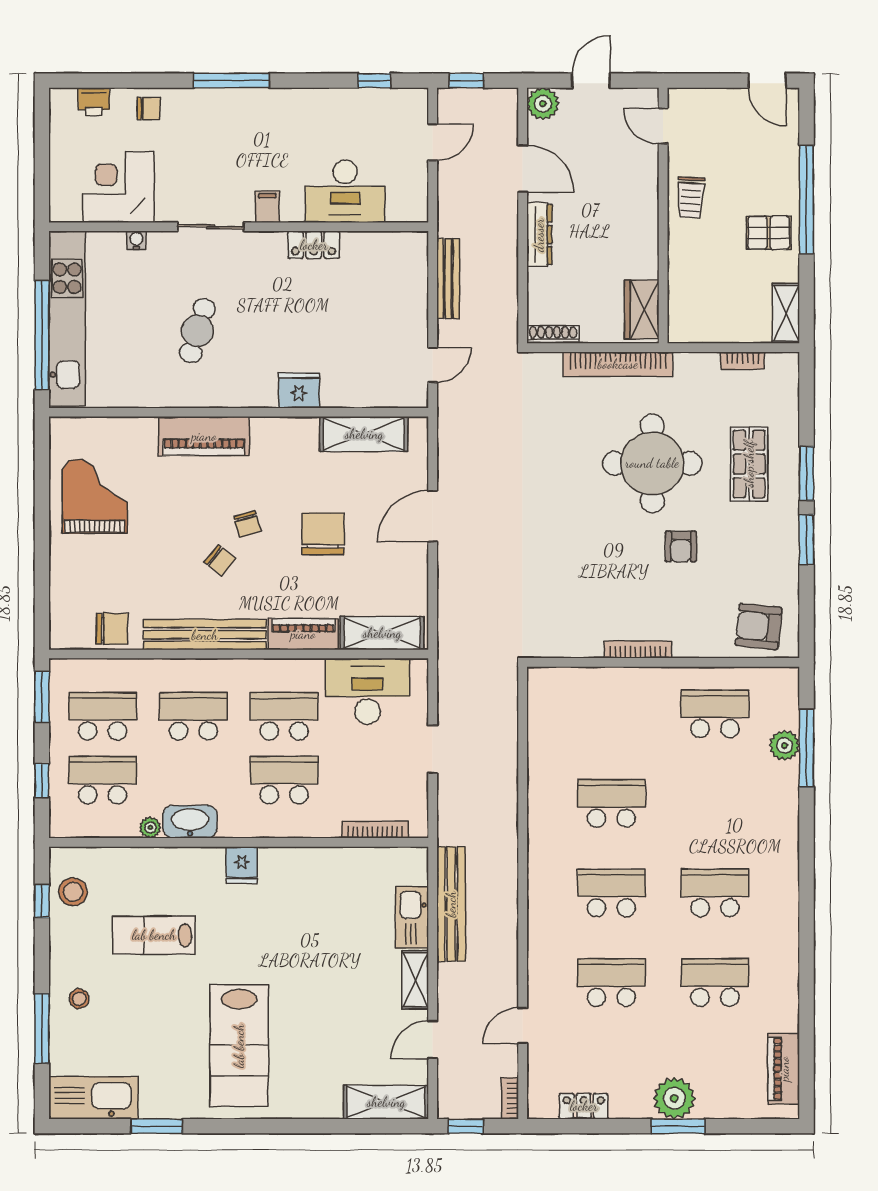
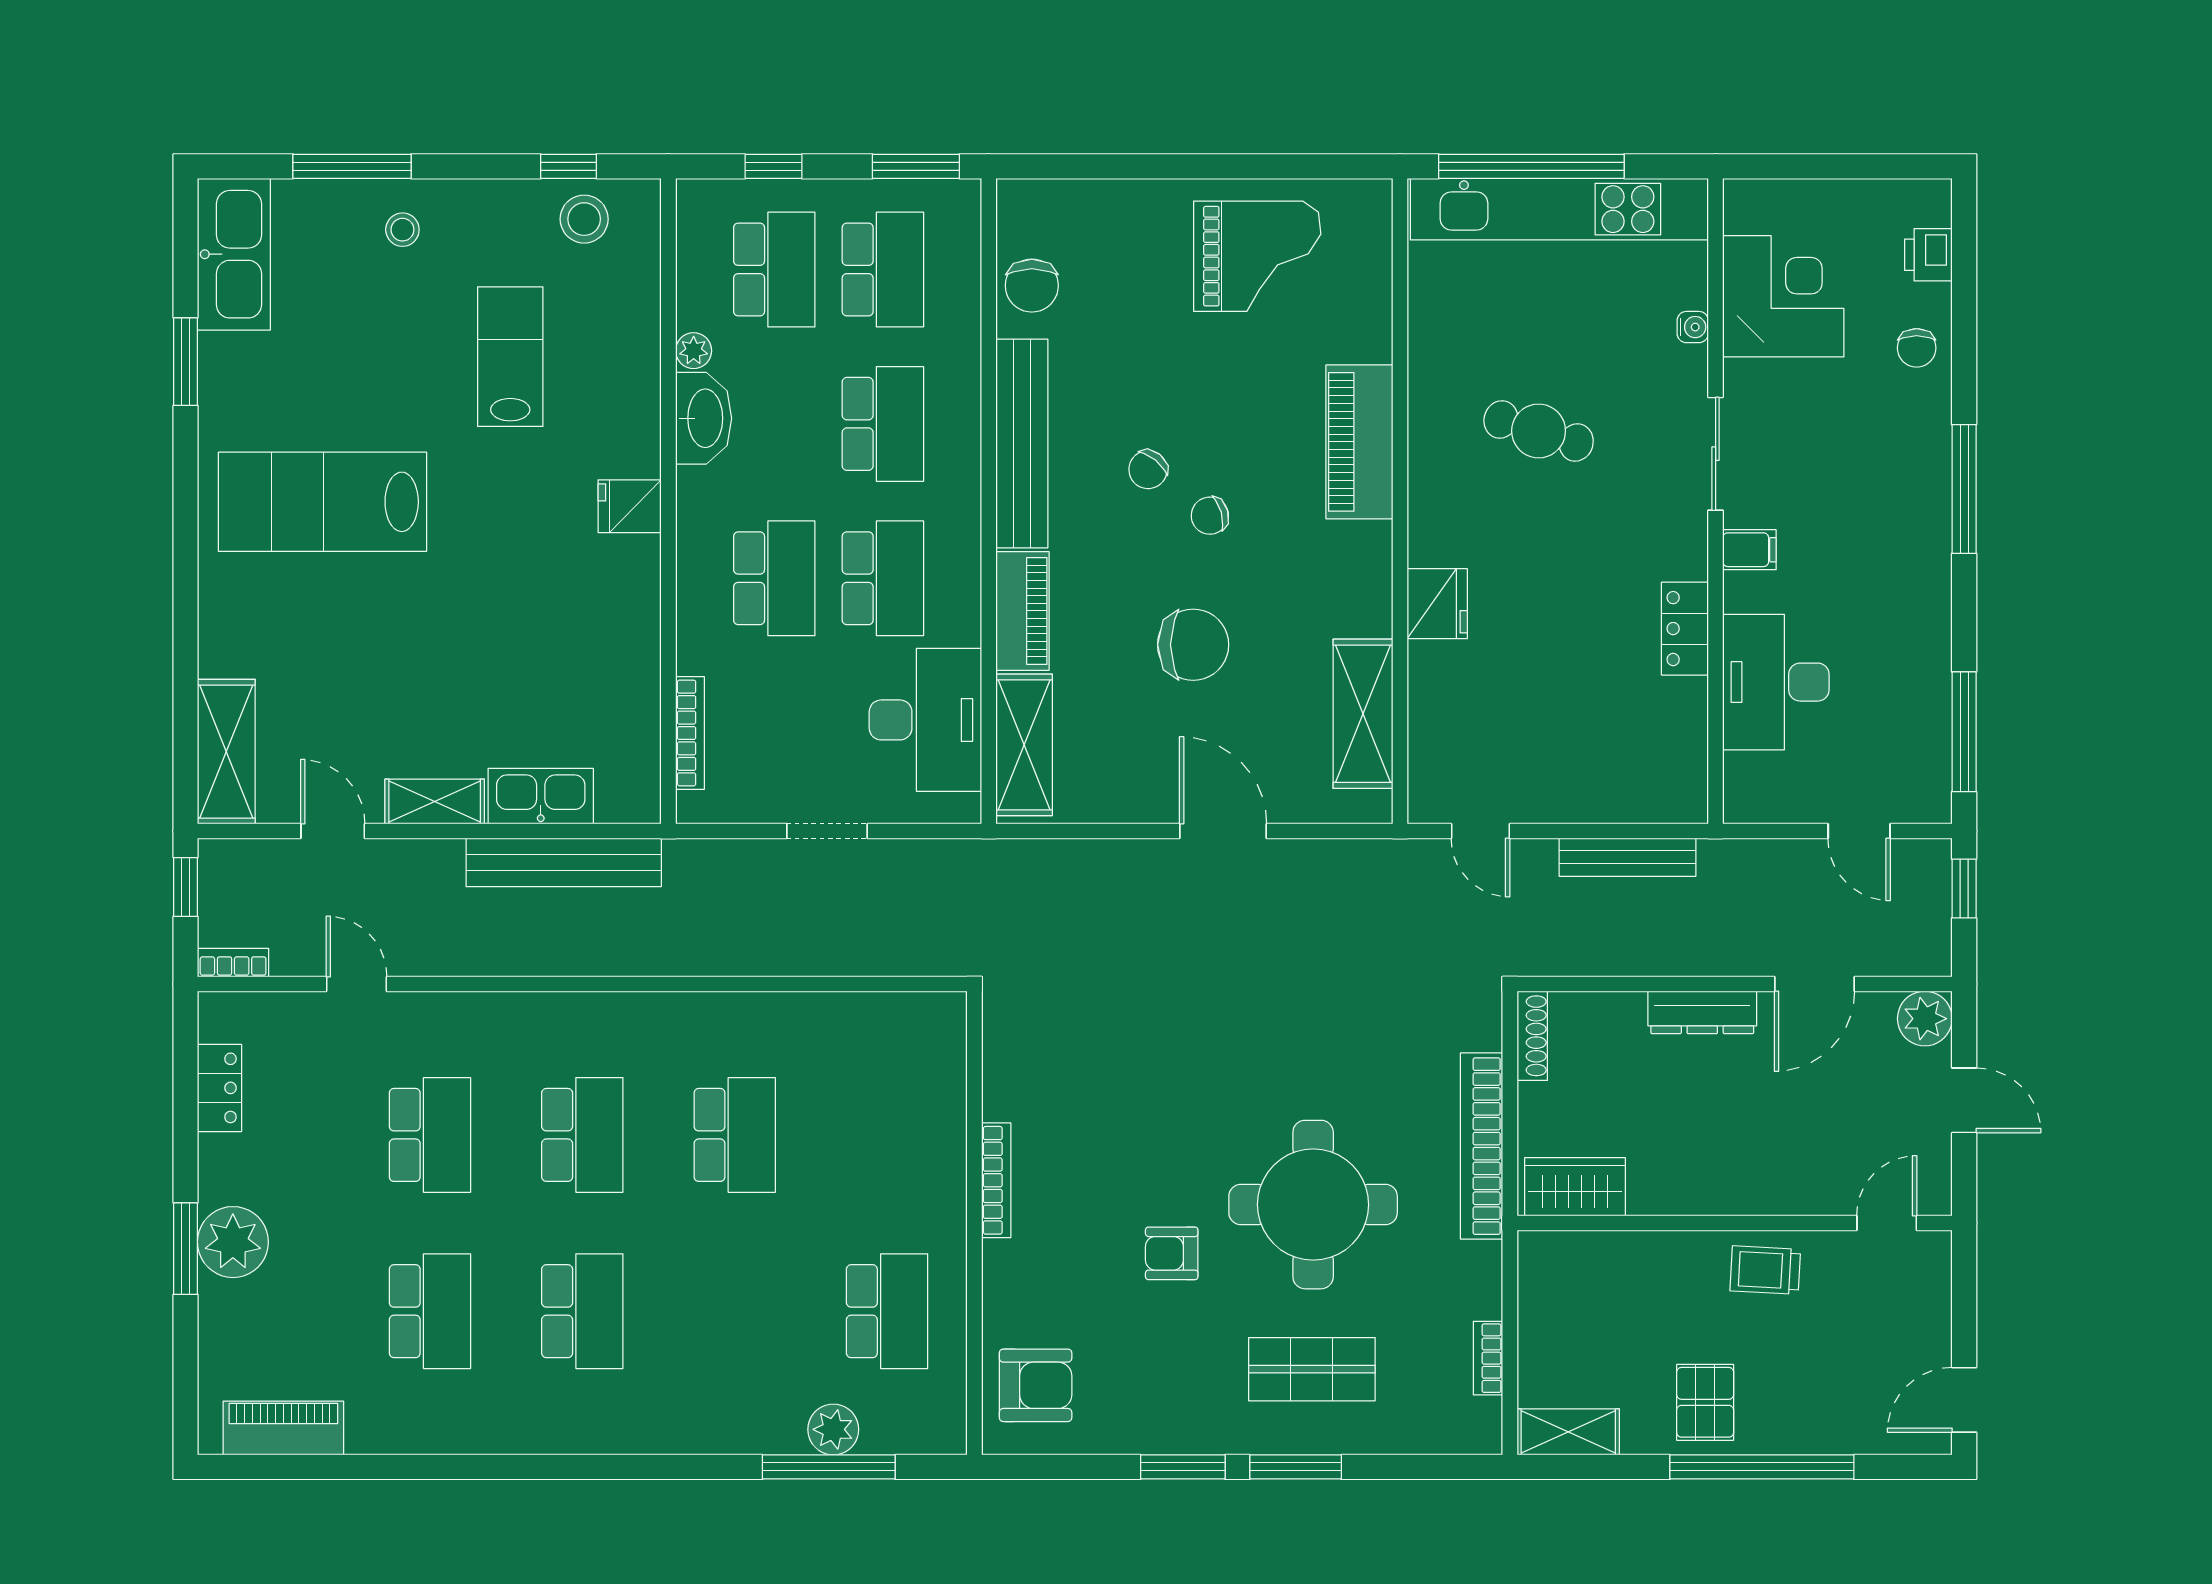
window: (374, 81) -> (1964, 732), width x2.17
armchair: (759, 626) -> (1036, 1385), turned 84

